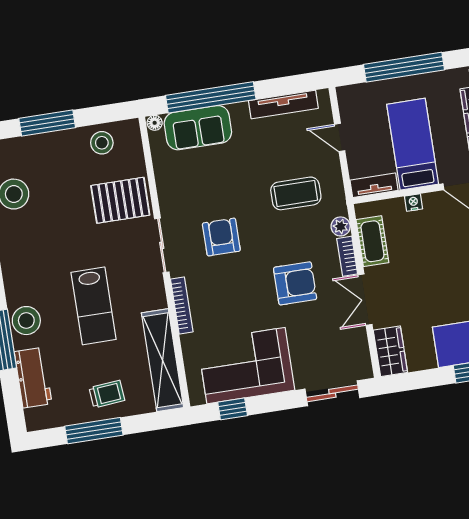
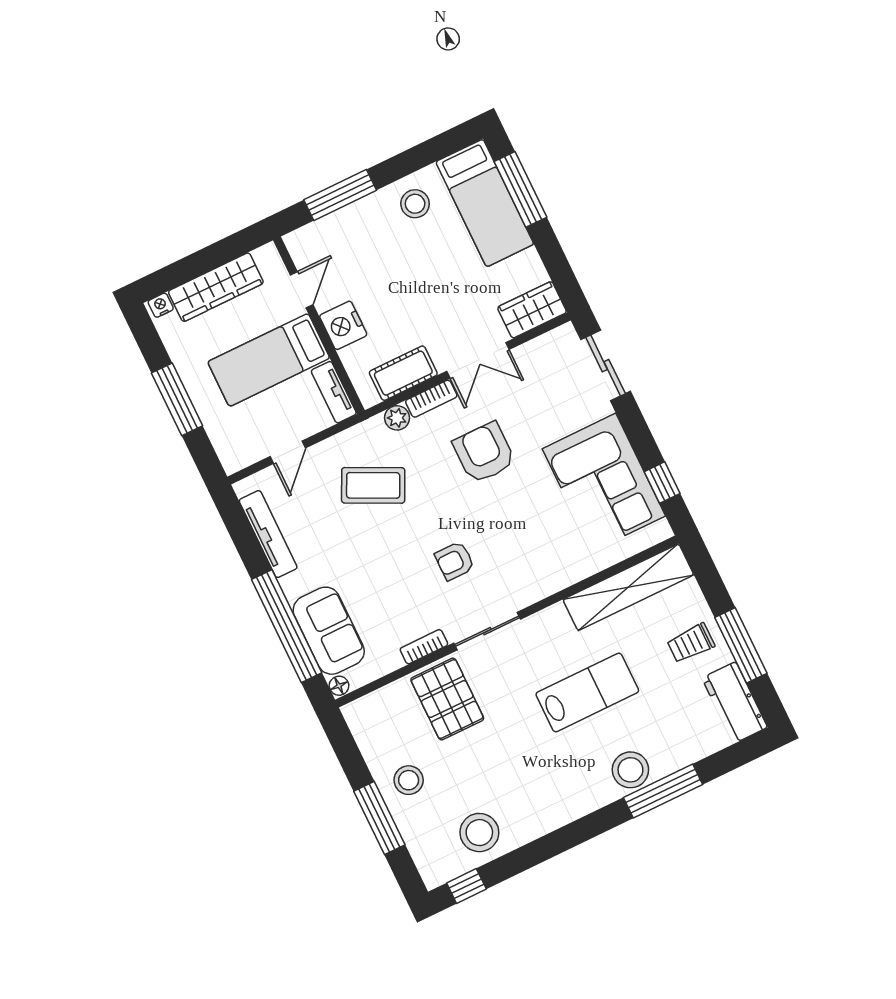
window: (404, 67) -> (177, 399), width x0.68
stool: (102, 143) -> (409, 780), moved
coffee table: (296, 193) -> (373, 485), turned -64
nightstand: (414, 202) -> (343, 325), width x1.89, depth x1.79
armchair: (221, 237) -> (455, 561), width x0.72, depth x0.72
bookcase: (182, 305) -> (424, 647), moved, width x0.64
workbench: (33, 378) -> (735, 703), moved, turned -90
trolley: (107, 394) -> (691, 643), turned -85

